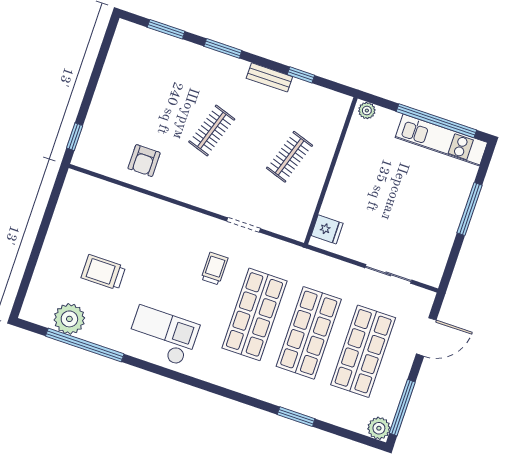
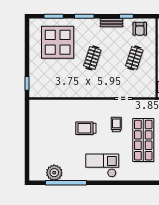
display table: (157, 80) -> (58, 42), added
armchair: (144, 161) -> (140, 29), moved
trolley: (103, 272) -> (86, 128), moved

